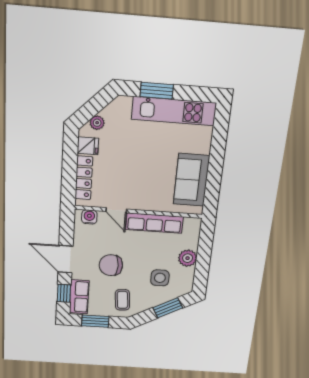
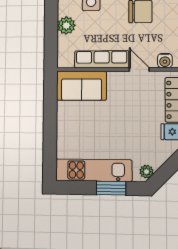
plant: (97, 123) -> (147, 172), moved
sofa: (191, 180) -> (81, 86), moved, turned 90

